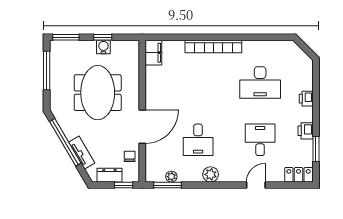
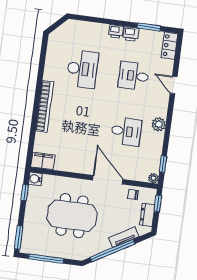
window: (103, 37) -> (25, 193), moved
water cooler: (103, 47) -> (35, 179), moved
printer: (306, 99) -> (116, 31), moved
plant: (171, 177) -> (153, 178), moved
window: (167, 185) -> (163, 164), width x0.67

